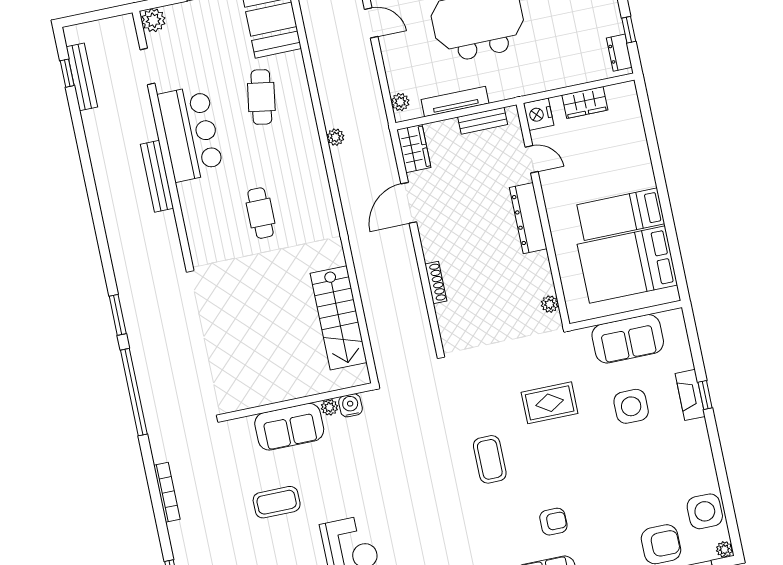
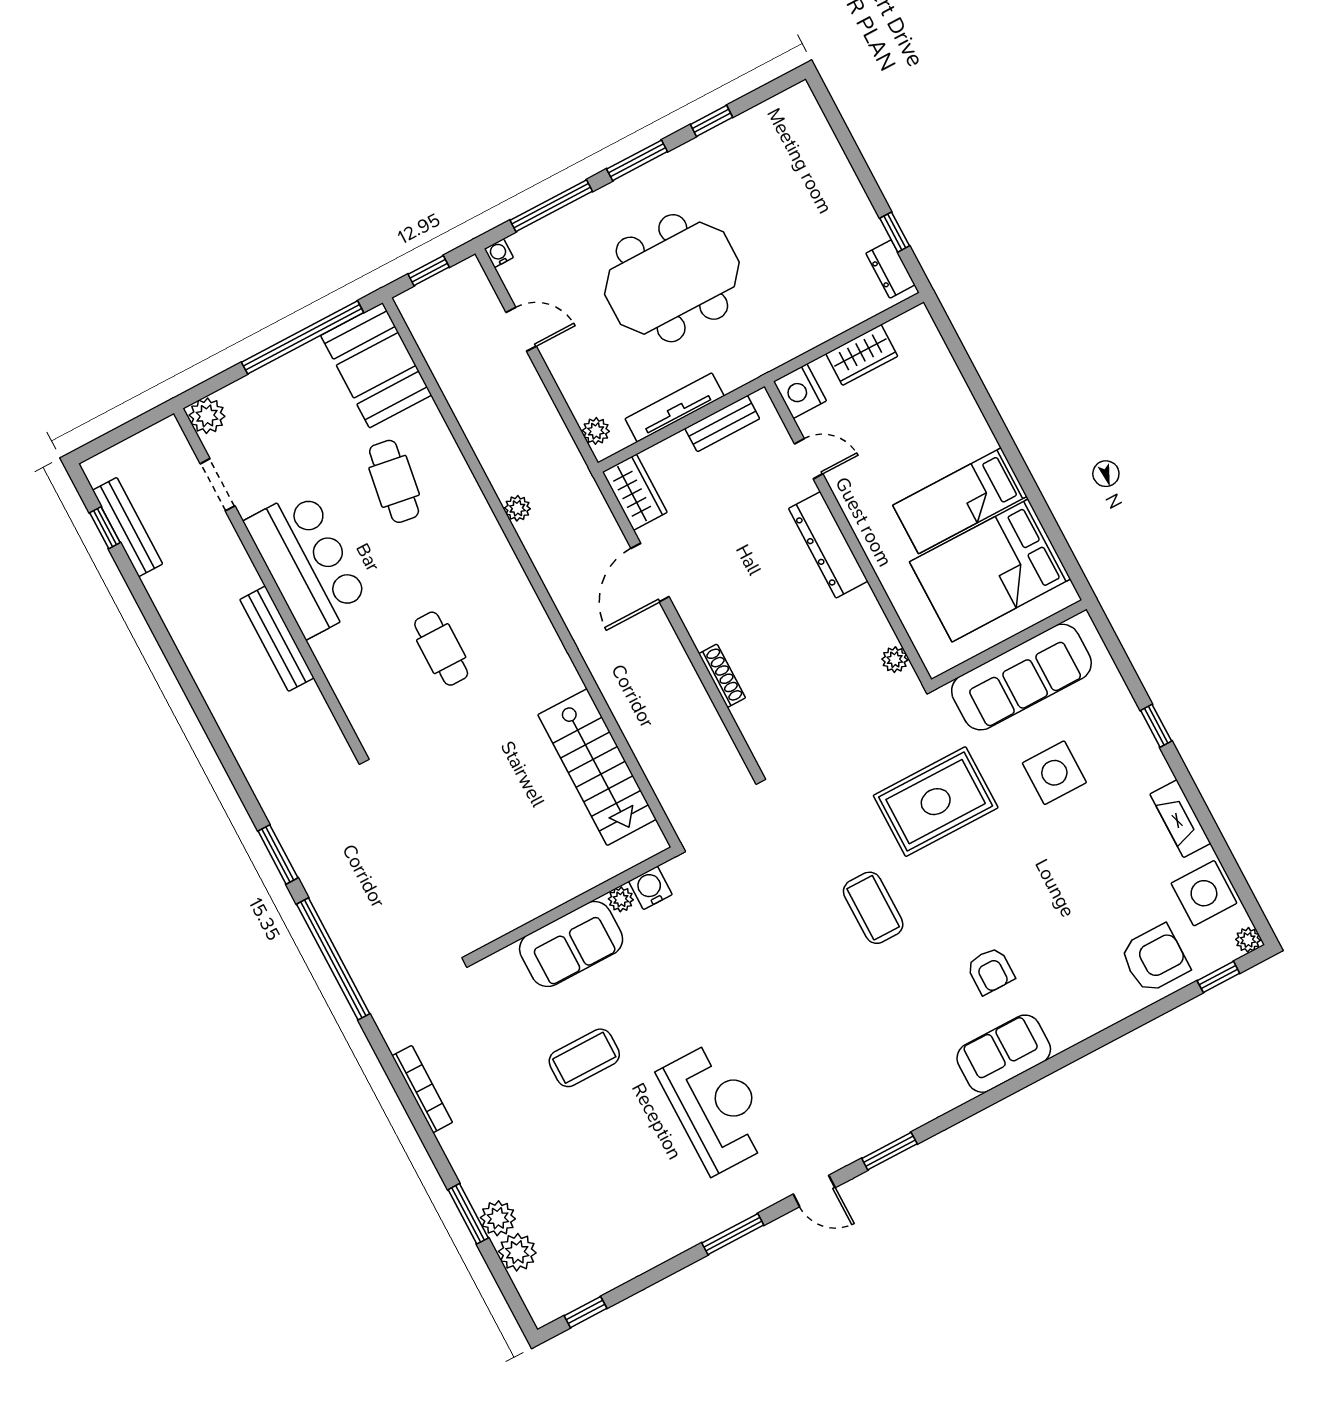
sofa: (628, 339) -> (1021, 677), width x1.36
fireplace: (690, 395) -> (1180, 819), moved
rug: (550, 403) -> (936, 802), width x1.36, depth x1.43
armchair: (553, 522) -> (991, 971), turned 90

